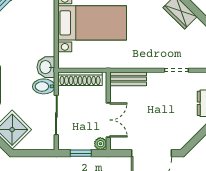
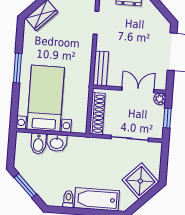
washbasin: (46, 67) -> (57, 143), moved
bidet: (44, 86) -> (38, 144), moved

